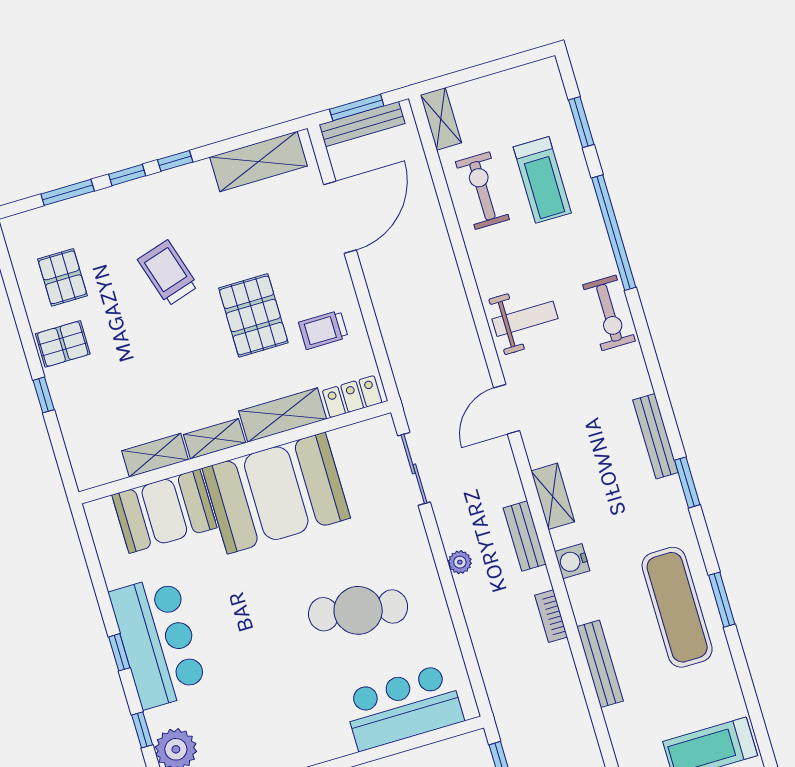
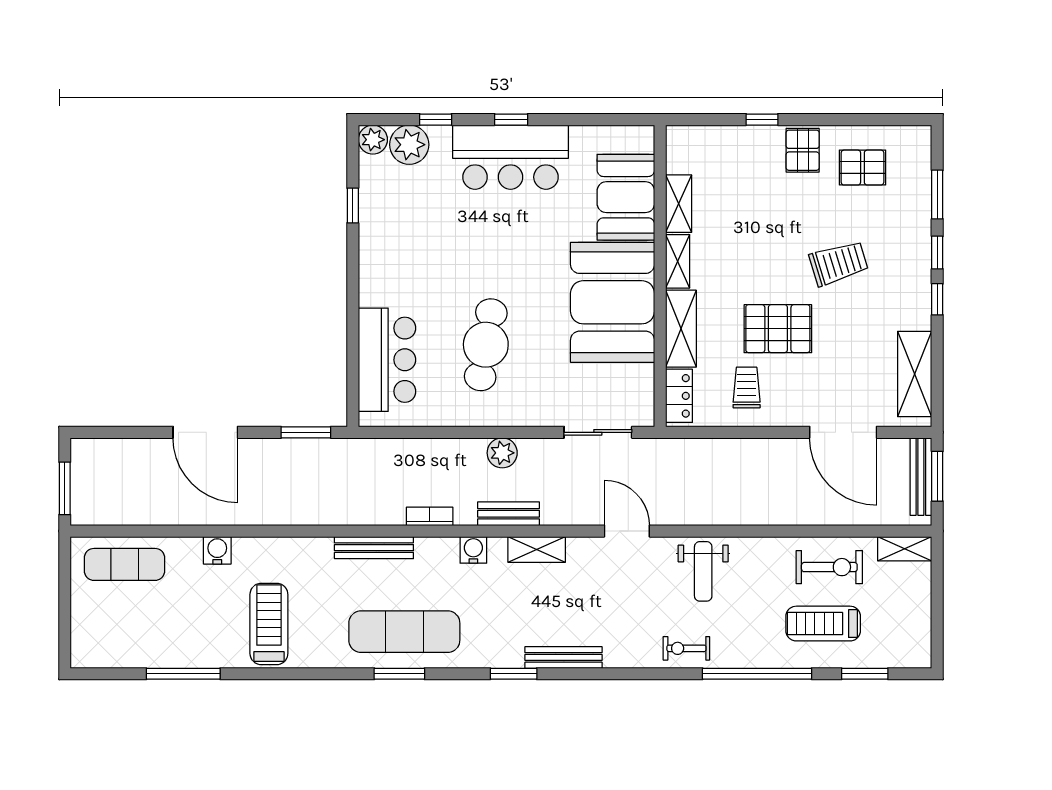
exercise bike: (609, 313) -> (686, 648), width x0.73, depth x0.72
plant: (460, 562) -> (502, 453), width x1.38, depth x1.38

